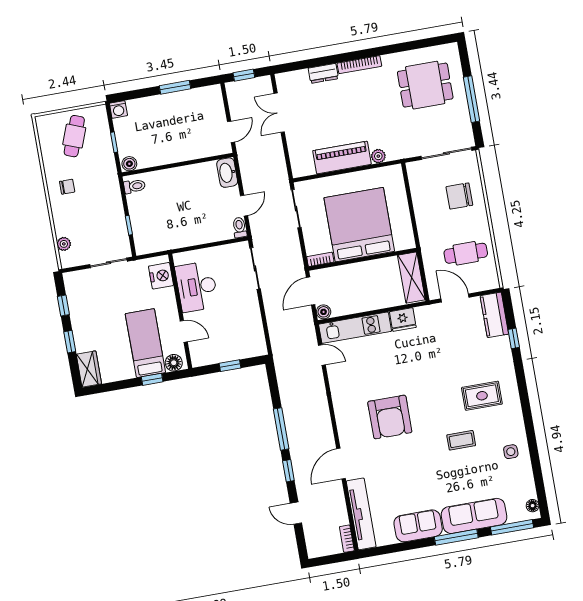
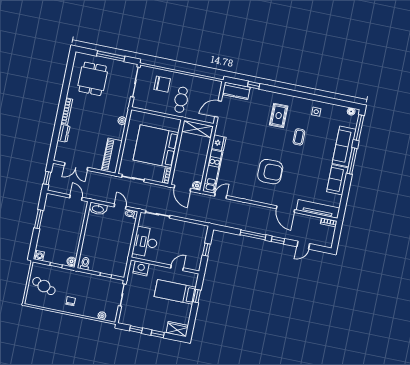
piano: (342, 157) -> (112, 156), moved
chair: (459, 196) -> (162, 84), turned -90
cafe table: (466, 253) -> (181, 100), moved
desk: (197, 287) -> (146, 242), moved, turned 90
floor lamp: (174, 363) -> (192, 280), removed

